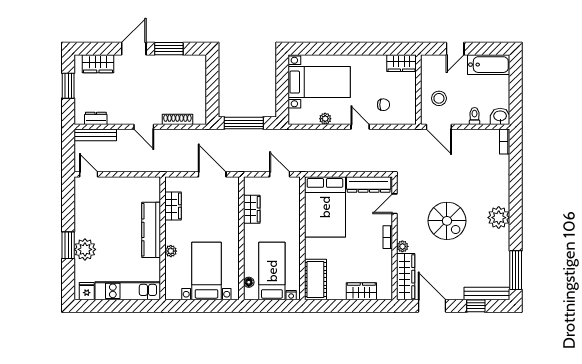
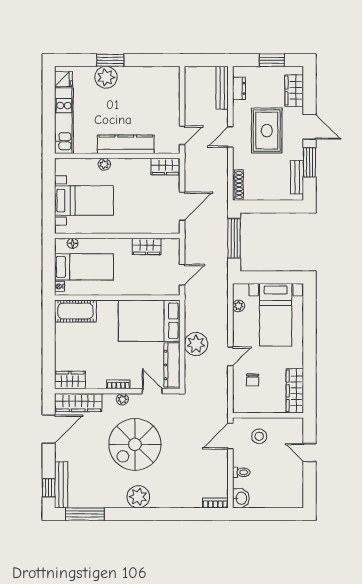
bench: (183, 61) -> (297, 177), added
wardrobe: (401, 63) -> (295, 391), width x1.50
bathtub: (489, 65) -> (293, 487), removed
rug: (137, 91) -> (267, 131), added
shoe rack: (177, 119) -> (238, 185), moved
plant: (325, 119) -> (239, 306), moved
plant: (348, 161) -> (196, 344), added
door: (89, 174) -> (182, 135), moved
wardrobe: (173, 206) -> (165, 167), moved
spiral stairs: (447, 221) -> (135, 444), width x1.37, depth x1.37
plant: (402, 246) -> (122, 399), moved
wardrobe: (361, 291) -> (70, 380), moved, turned -90
window: (476, 306) -> (49, 488), moved

